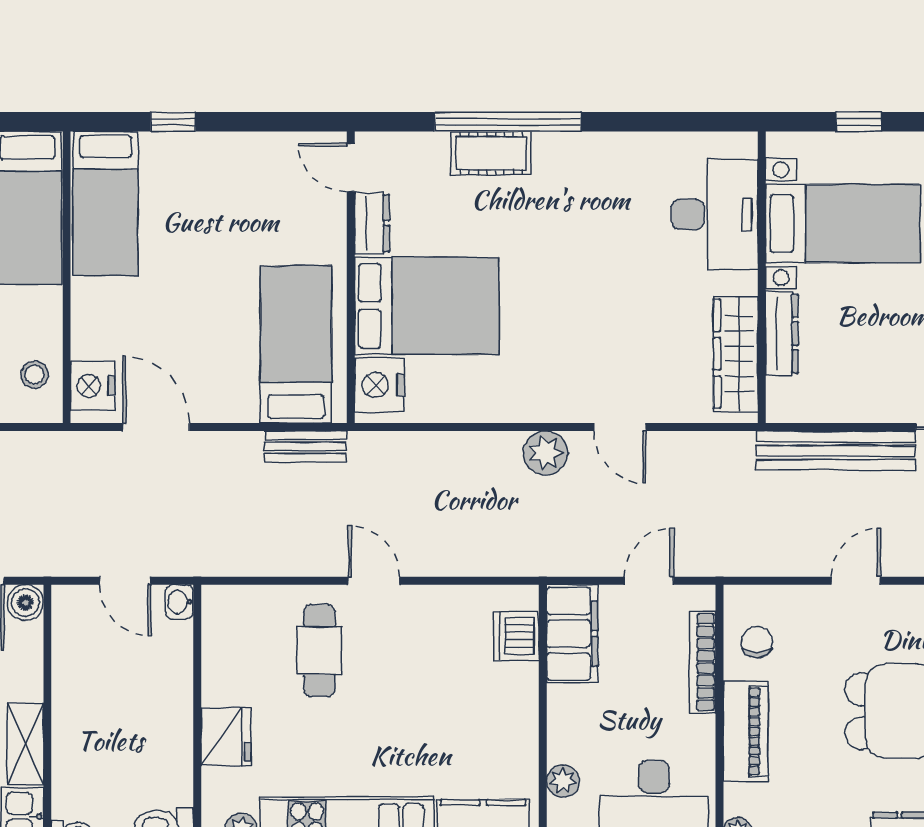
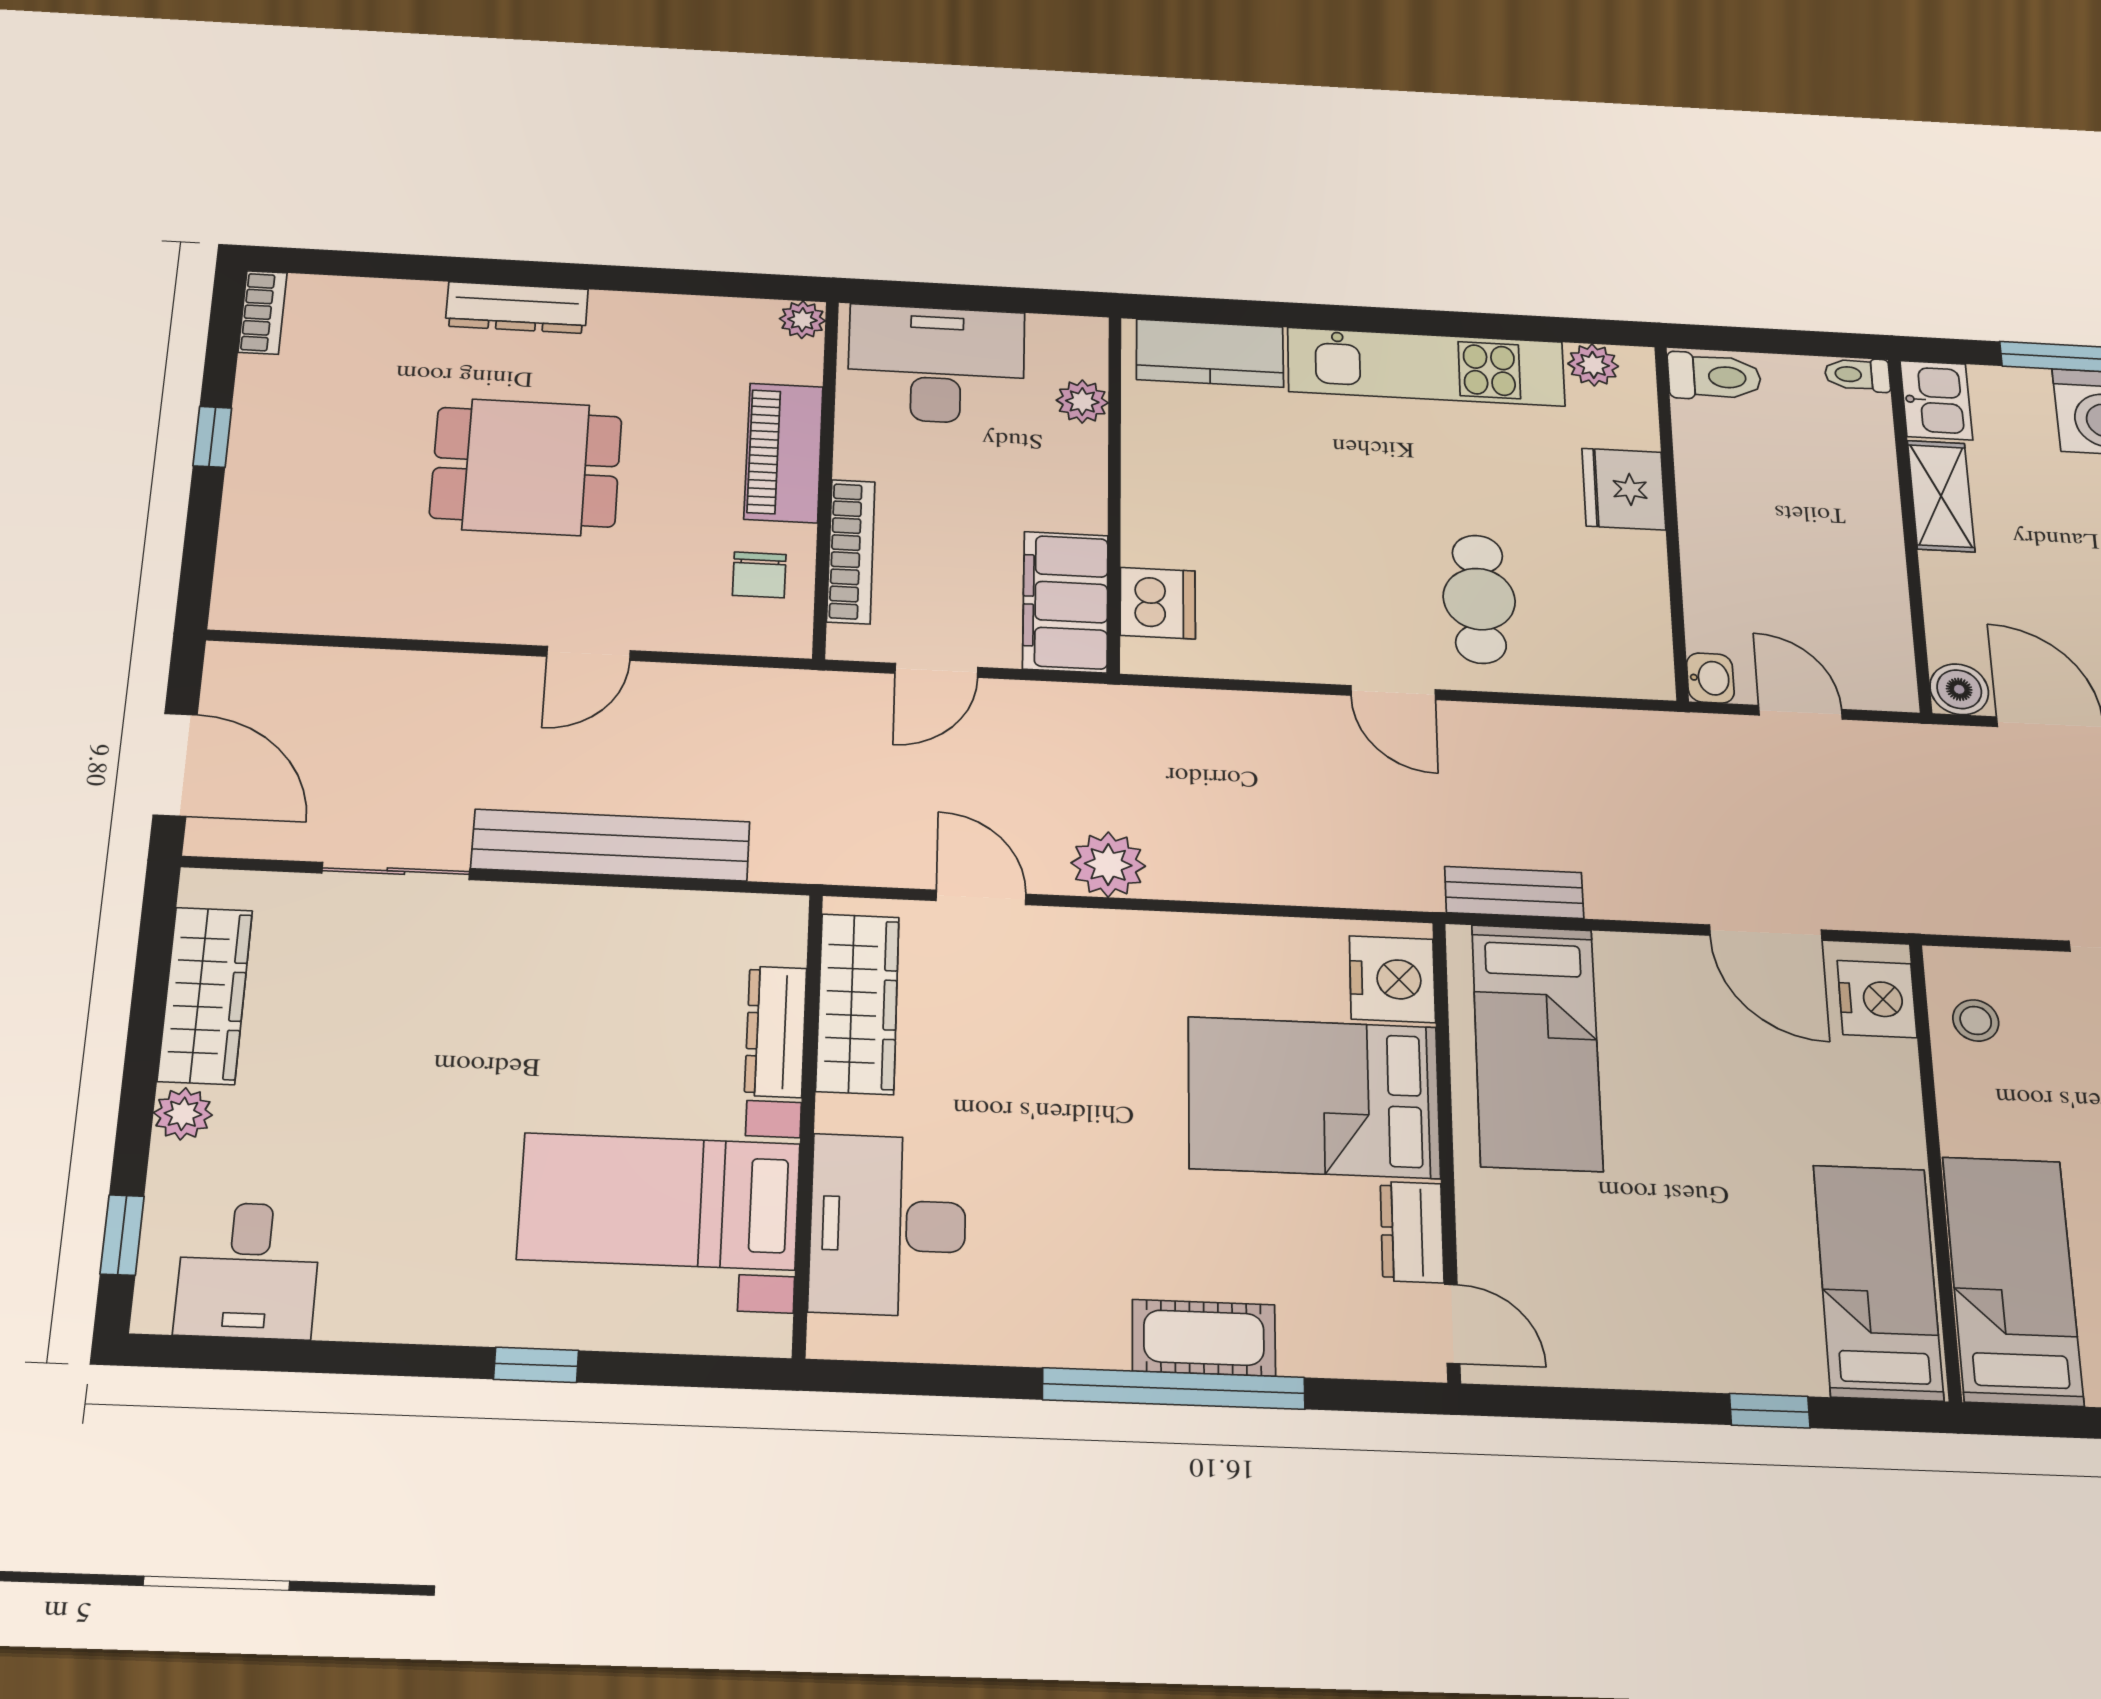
desk: (715, 215) -> (888, 1225), moved
bed with nightstands: (843, 224) -> (659, 1201), moved
wall: (762, 277) -> (808, 1121), moved
dresser: (782, 334) -> (776, 1032), moved
wardrobe: (736, 354) -> (858, 1004), moved

